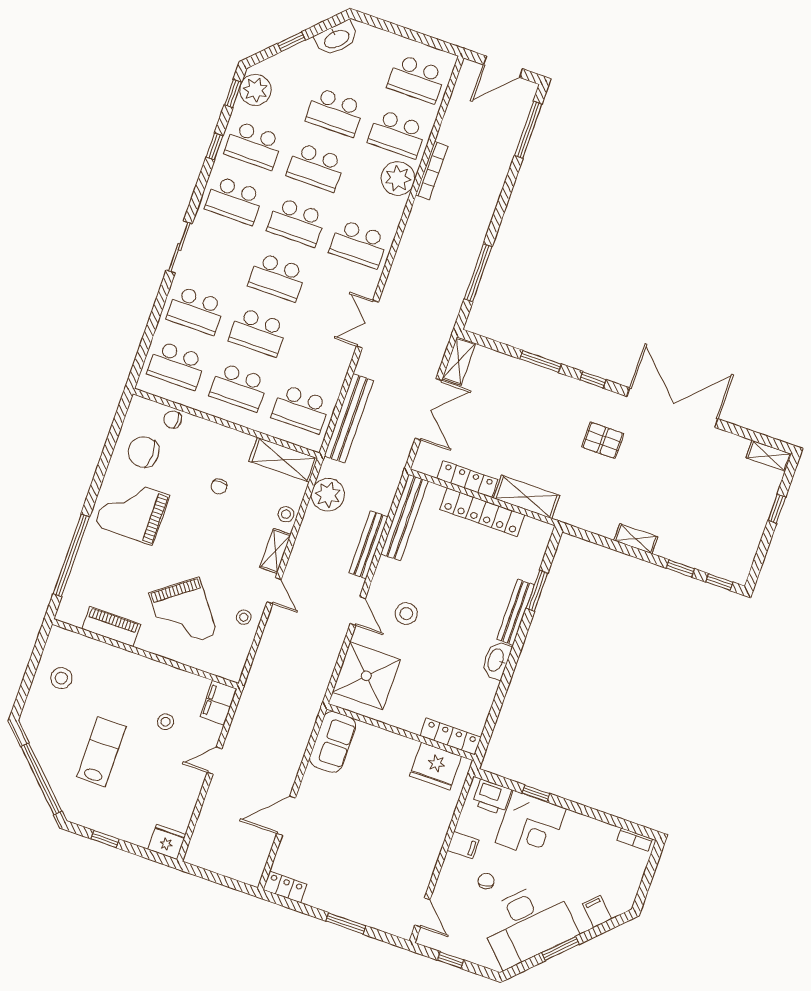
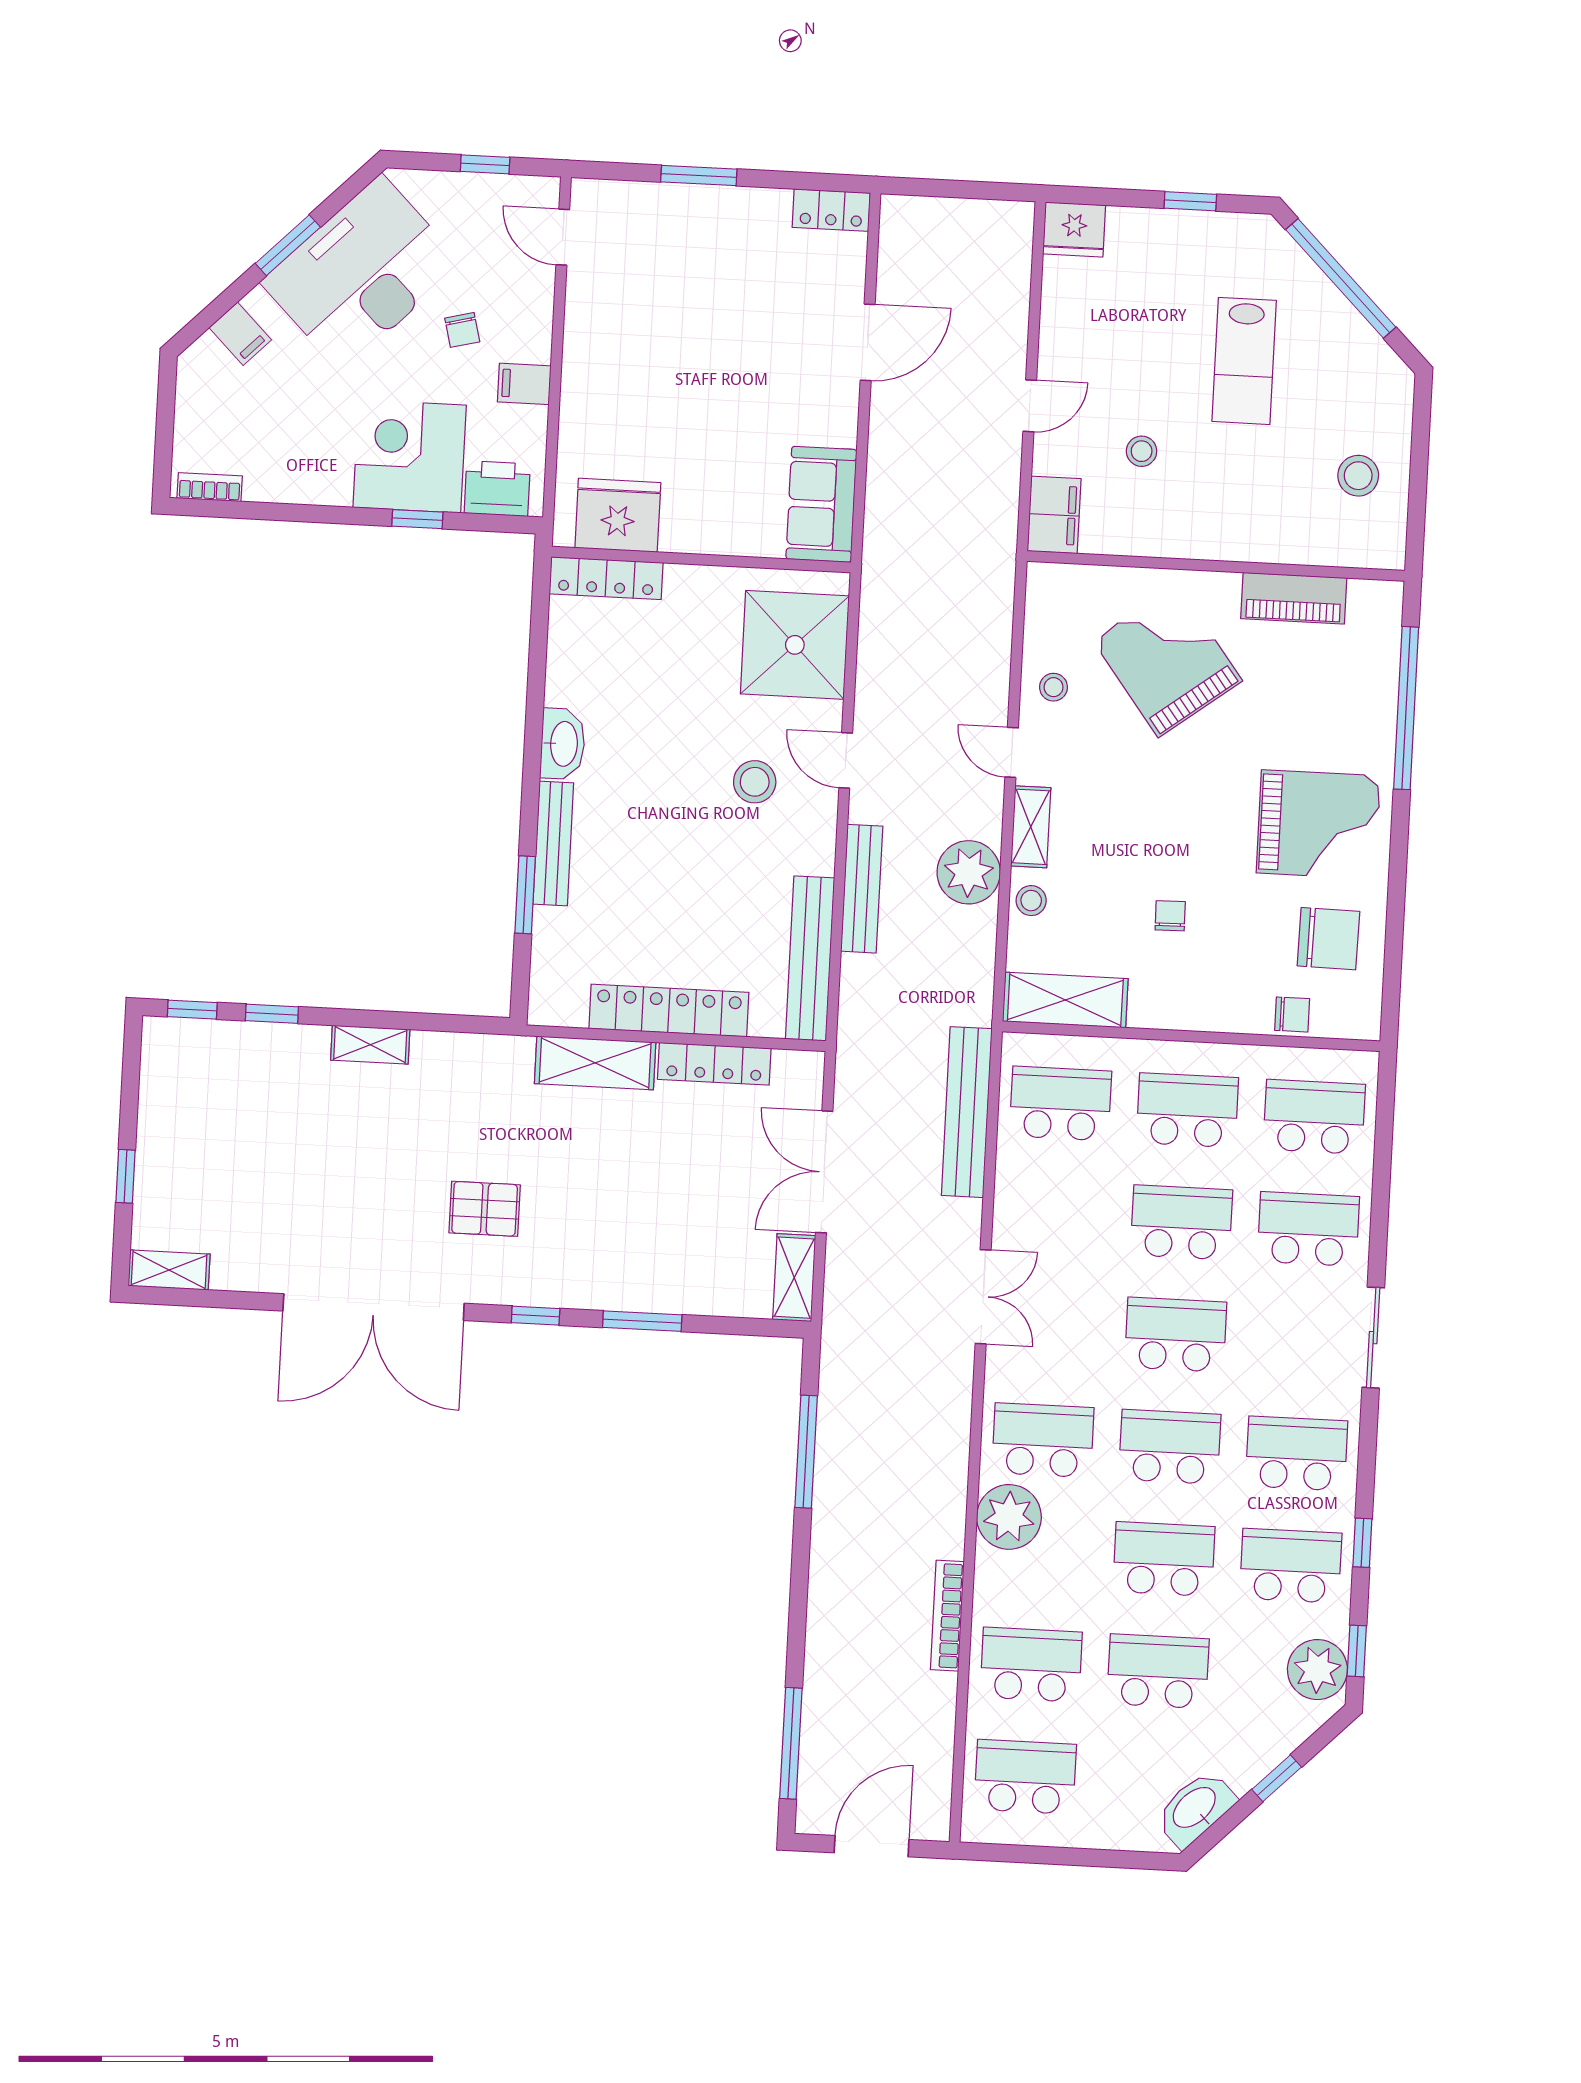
plant: (398, 178) -> (1009, 1517), moved
plant: (328, 495) -> (969, 872), moved

